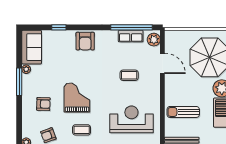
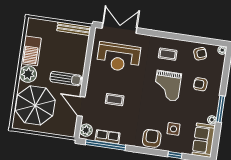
side table: (64, 54) -> (173, 129), added
sun lounger: (183, 112) -> (66, 79), moved

